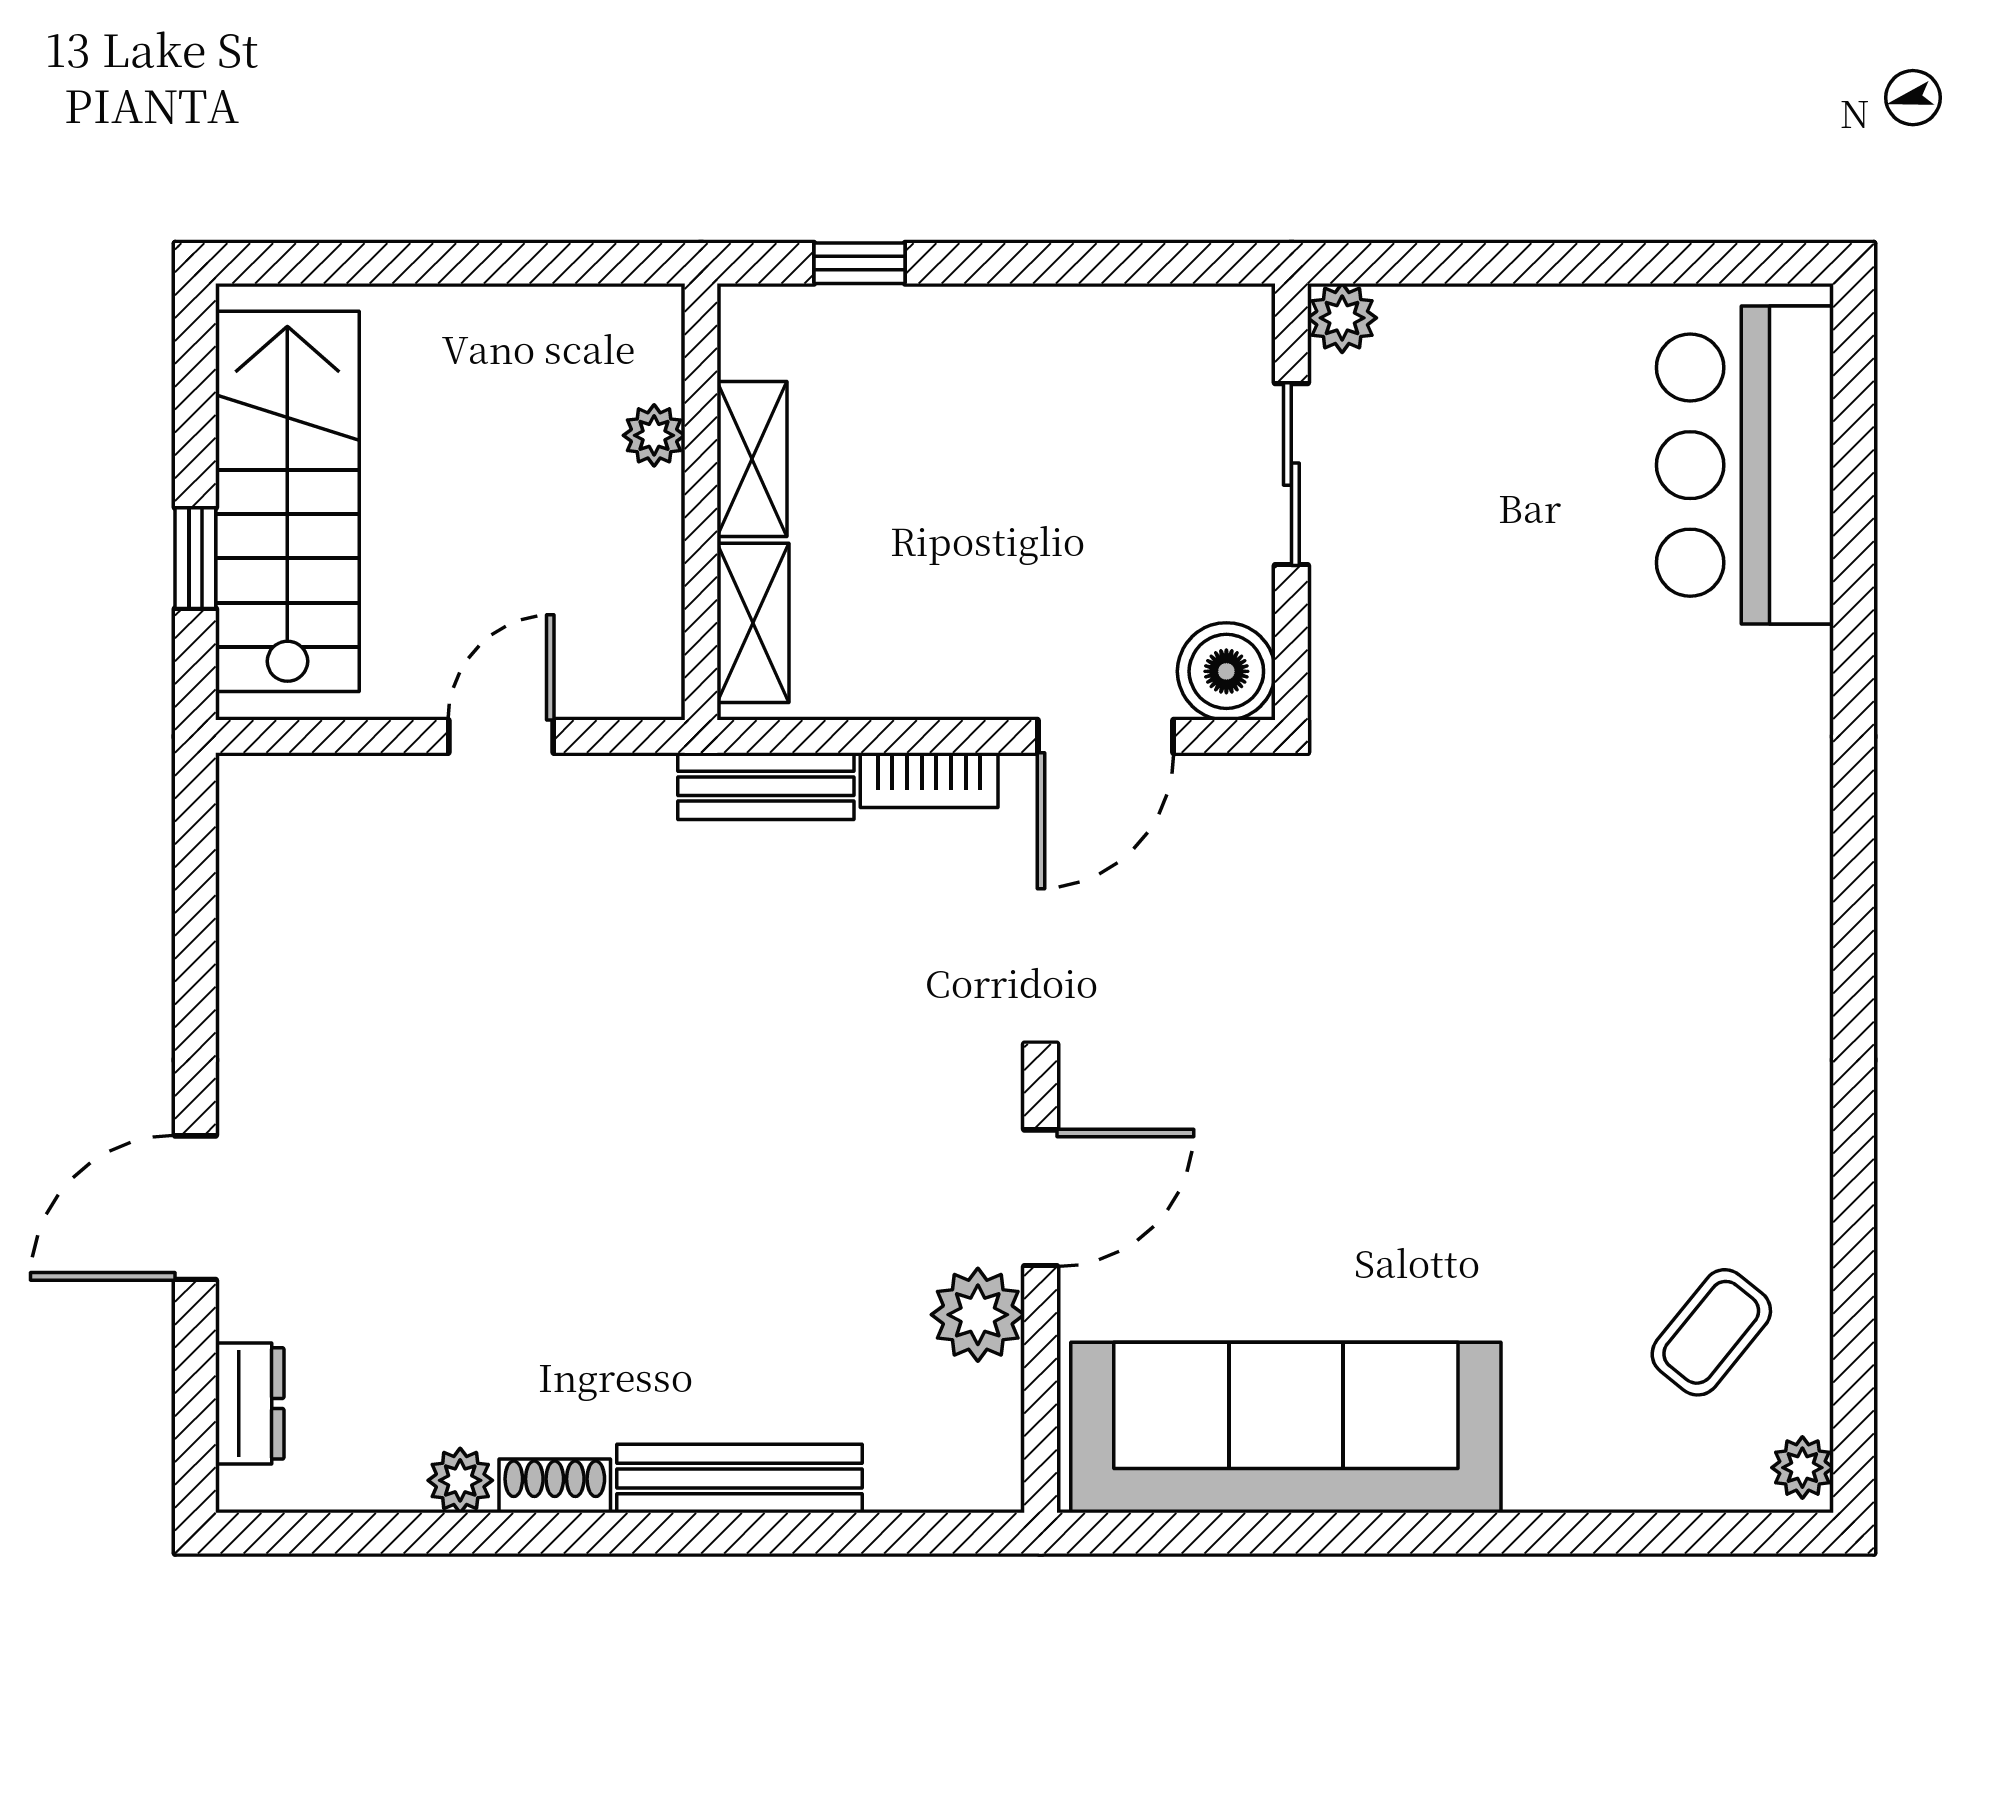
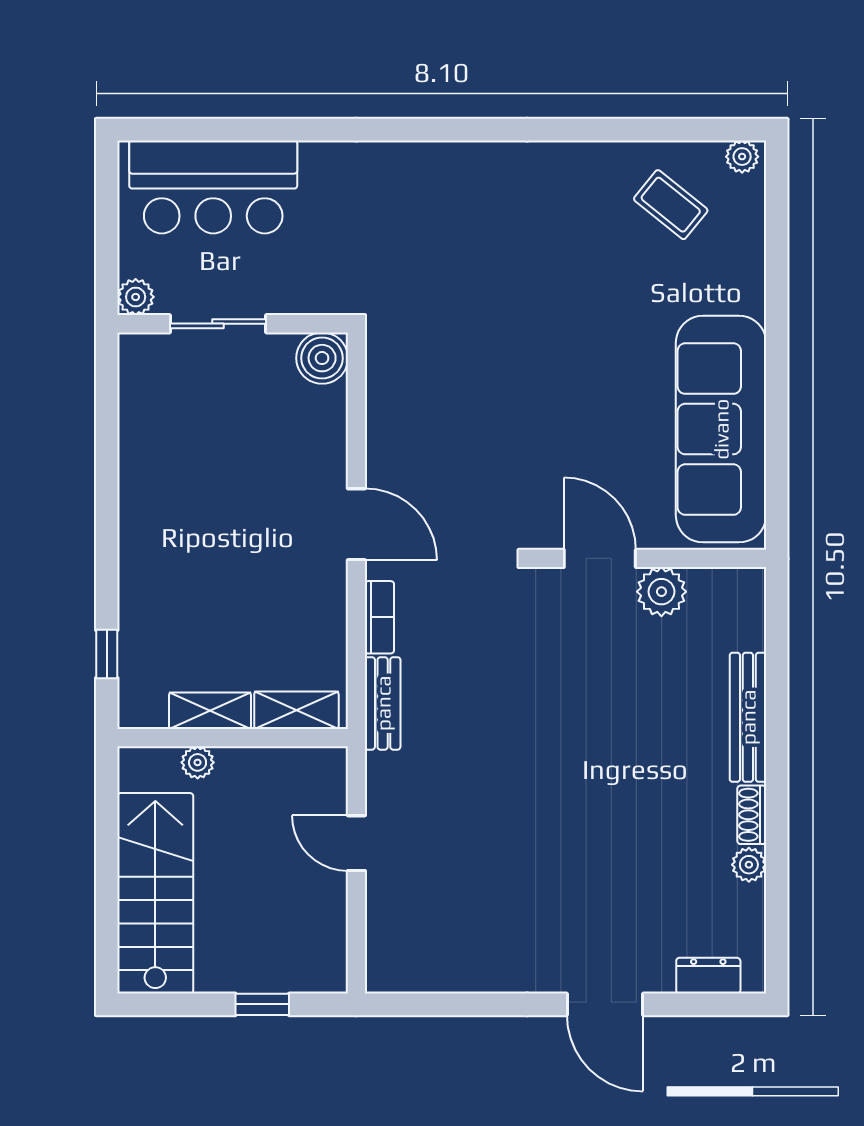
plant: (1342, 318) -> (136, 297), moved
sliding door: (1291, 474) -> (218, 324), moved
stairs: (287, 501) -> (155, 893), moved, turned 90
wall: (1291, 502) -> (233, 324), moved
boiler: (1226, 671) -> (322, 358), moved

